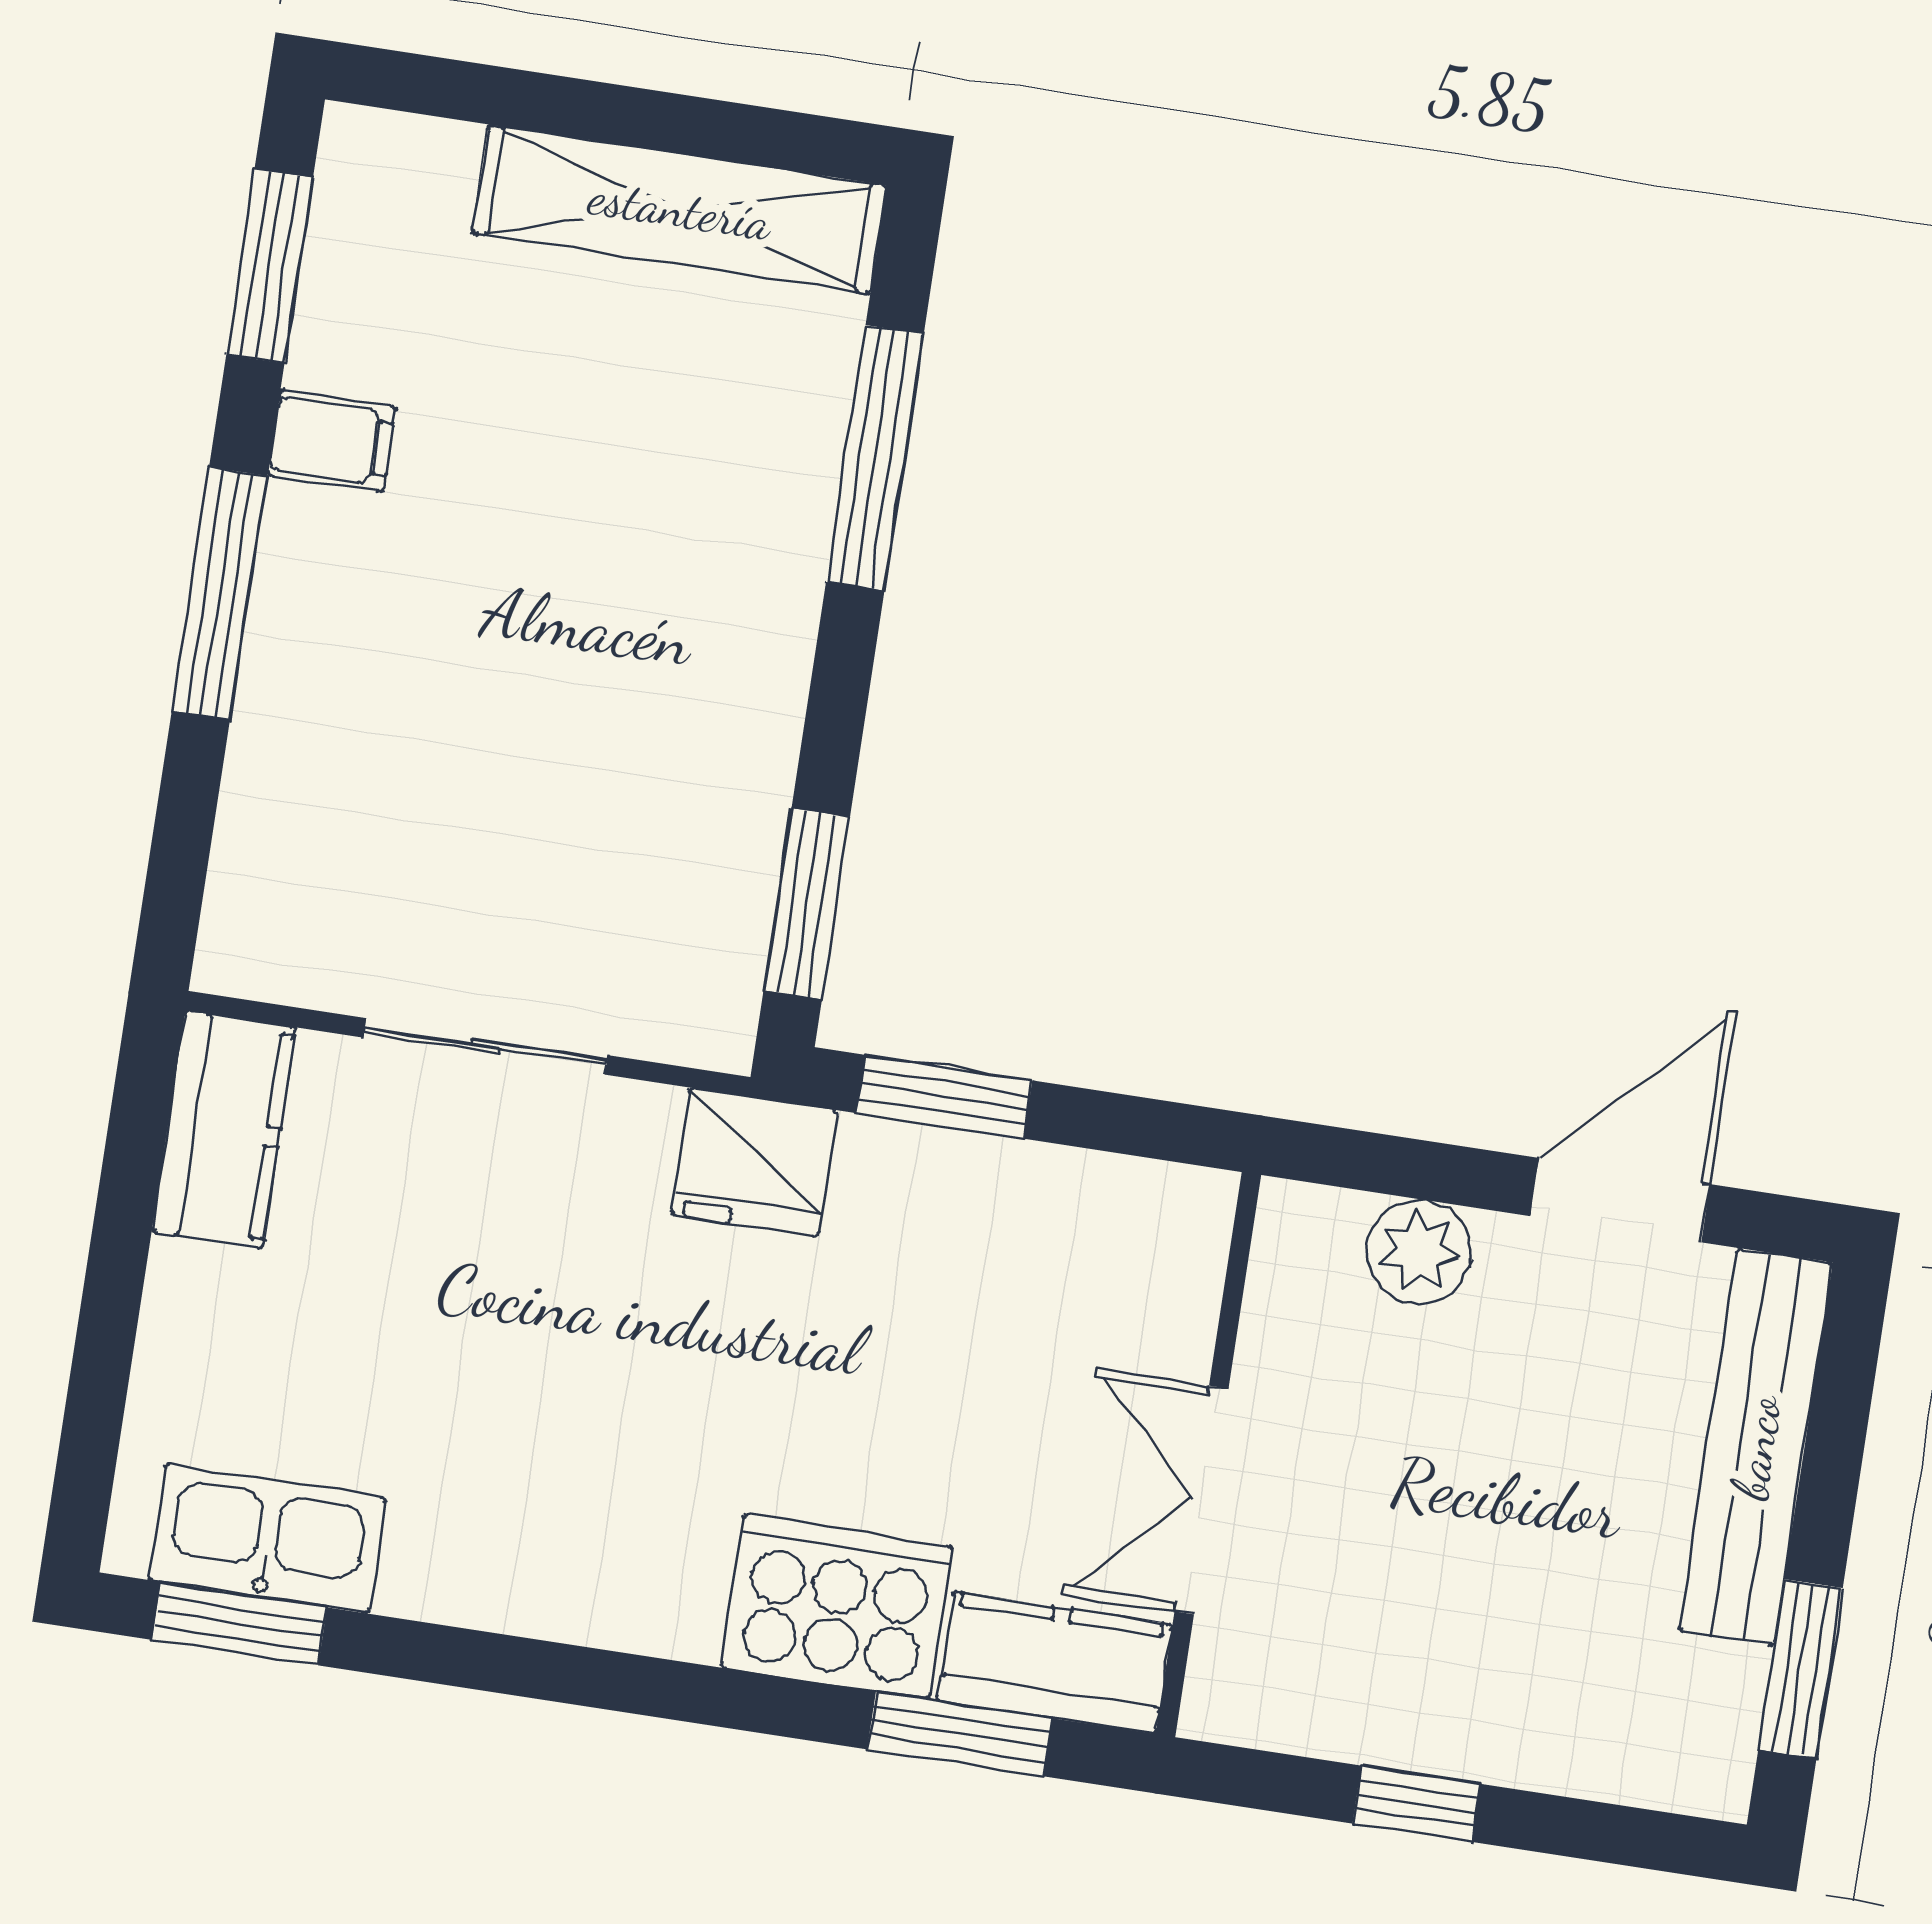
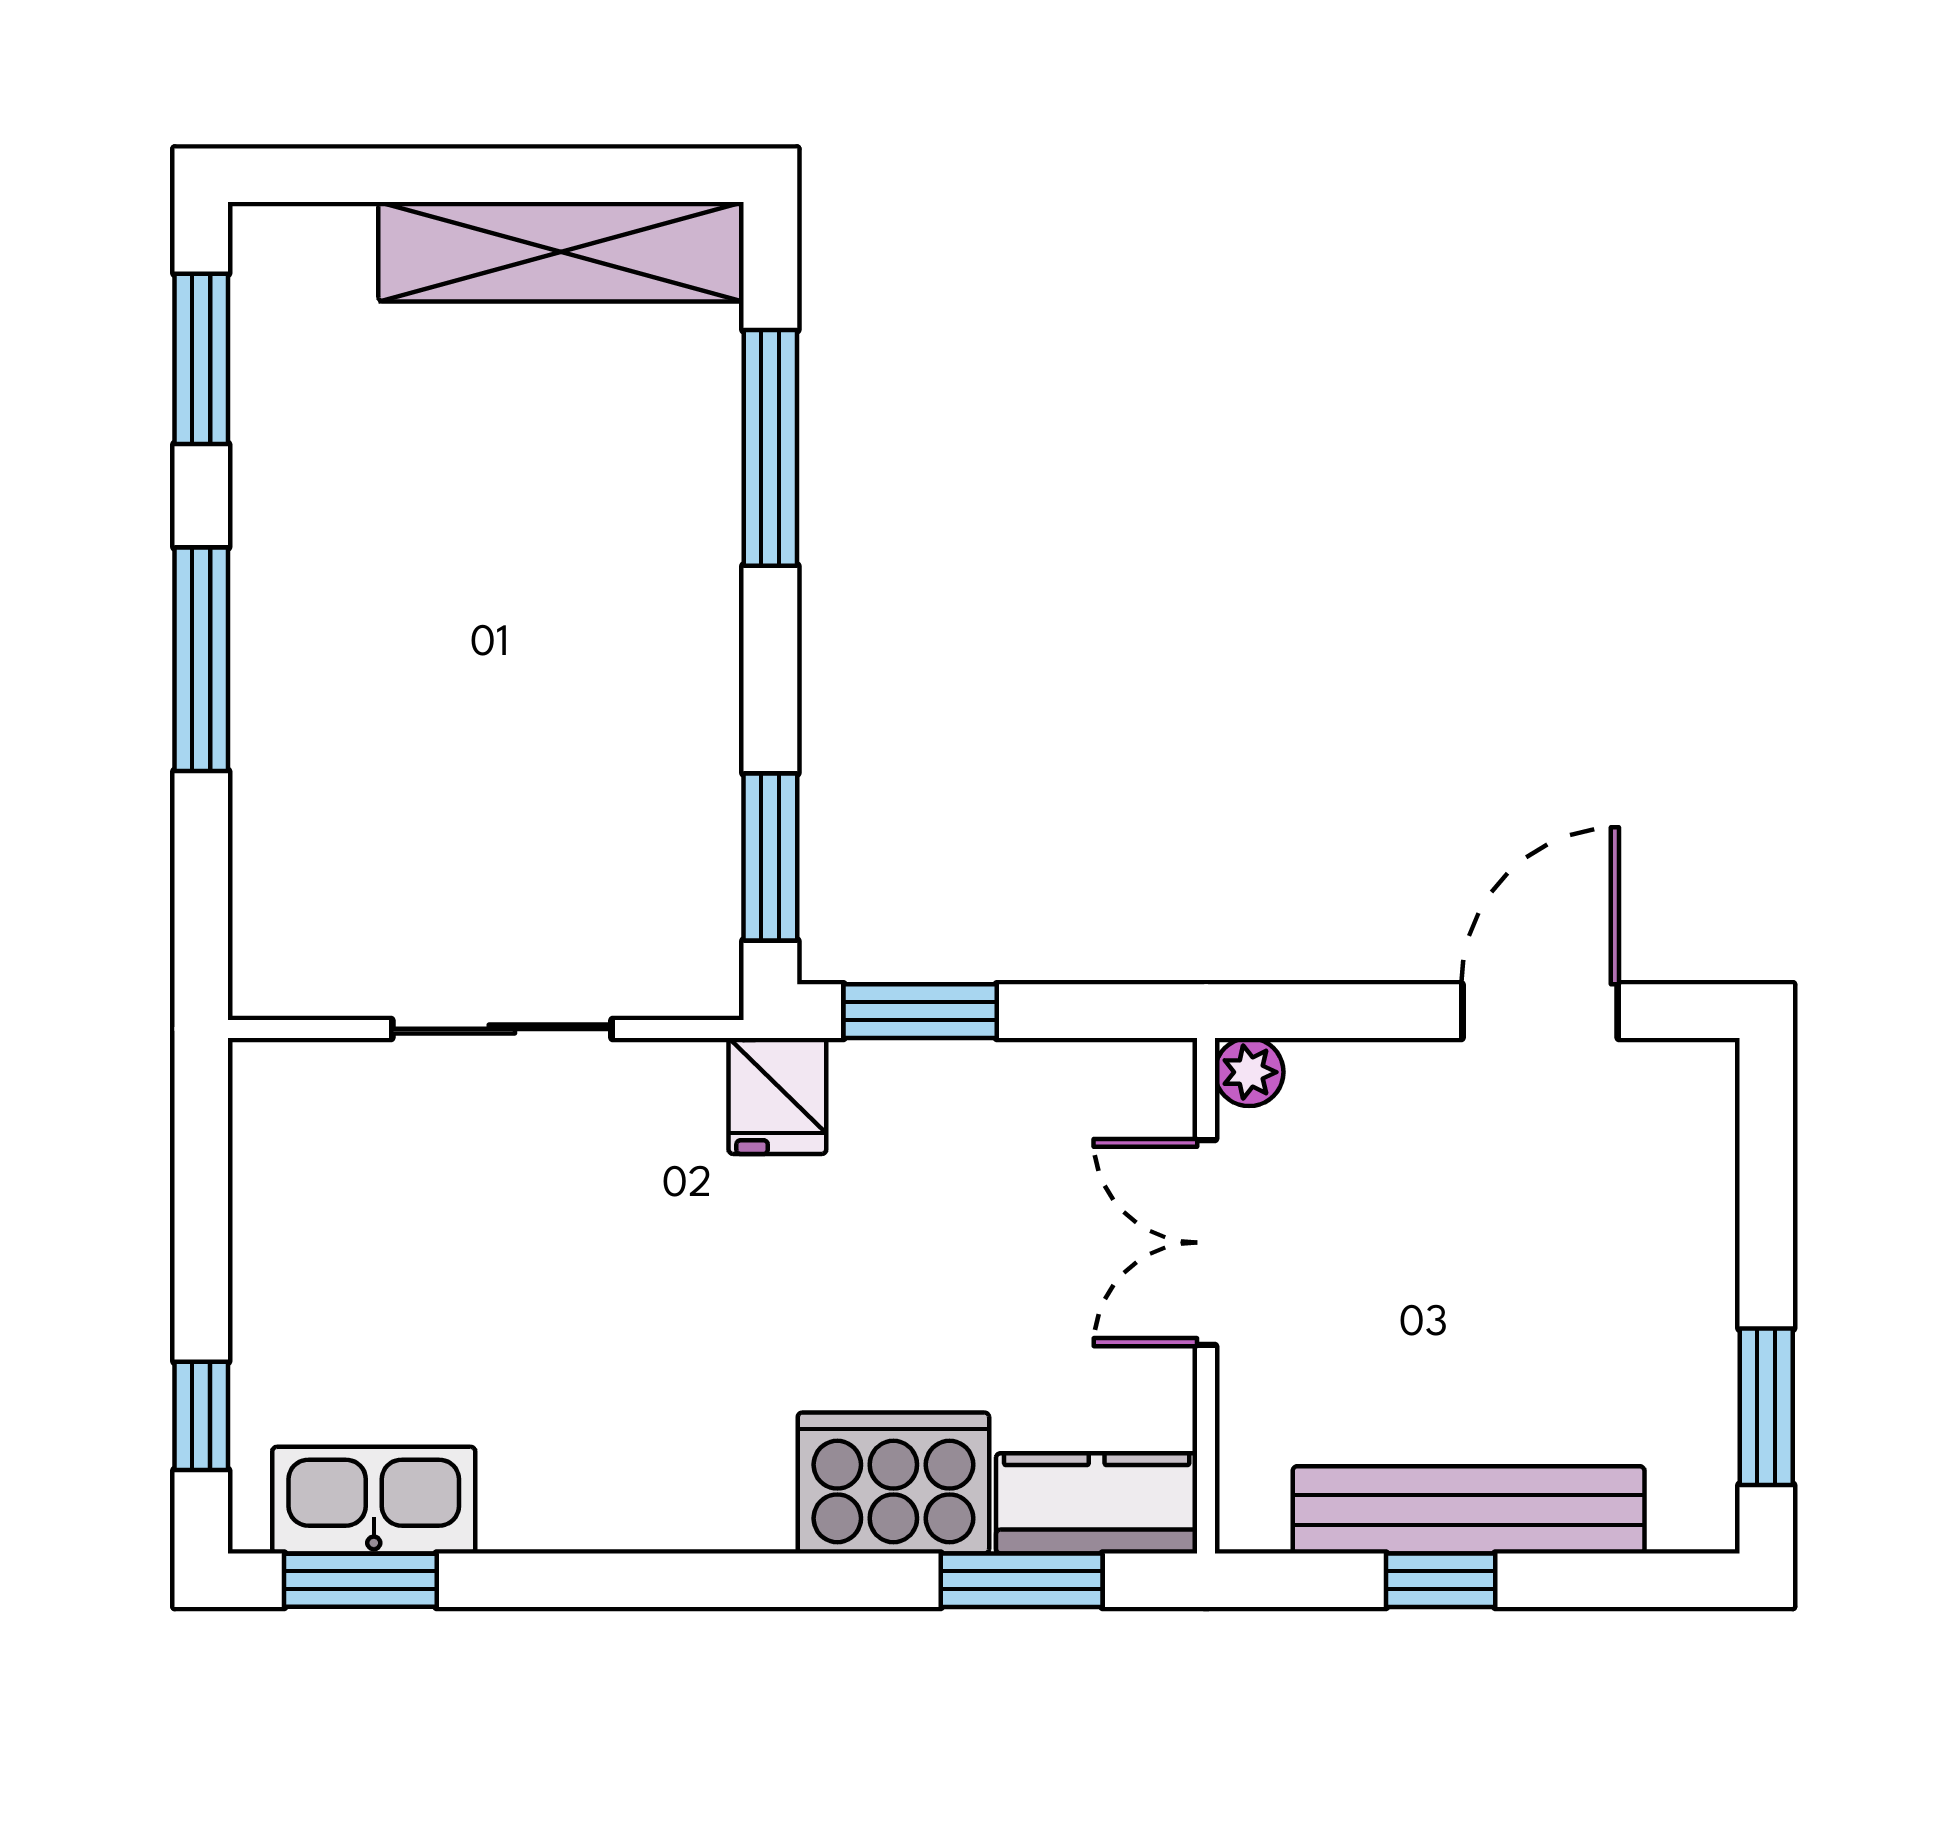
filing cabinet: (332, 441) -> (281, 507), removed
kitchen counter: (224, 1130) -> (279, 1140), removed
fridge: (754, 1162) -> (777, 1096), width x0.72
plant: (1419, 1252) -> (1249, 1072), moved, width x0.73, depth x0.73
window: (93, 1418) -> (201, 1416), added
bench: (1756, 1447) -> (1469, 1510), moved, turned 90
double door: (1201, 1500) -> (1206, 1243), moved

